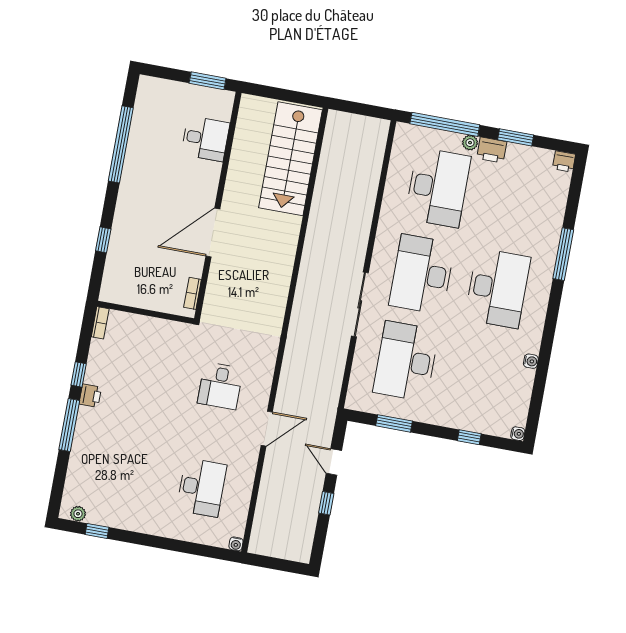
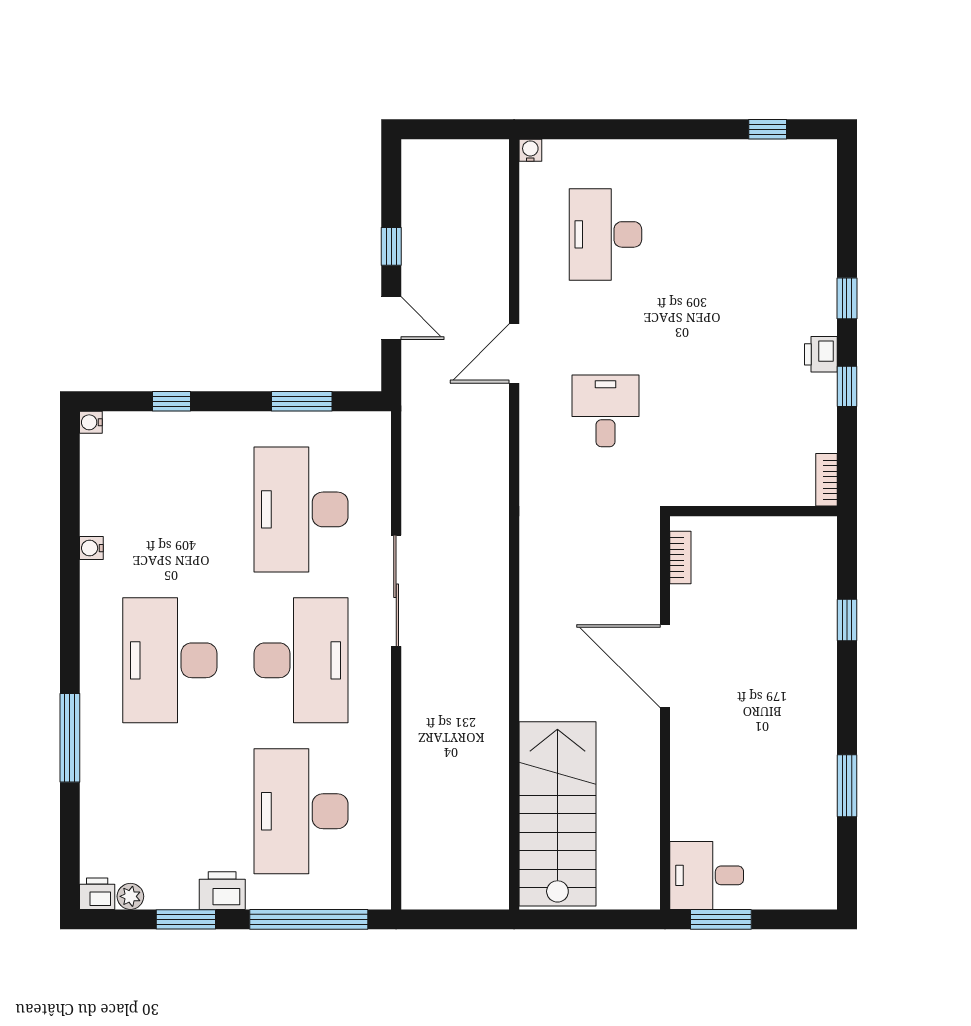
desk: (205, 139) -> (707, 875), moved
plant: (470, 143) -> (130, 896), moved
window: (121, 144) -> (847, 786), width x0.47
door: (213, 233) -> (665, 666), swing flipped
desk: (406, 361) -> (301, 509), turned 180
window: (69, 425) -> (847, 298), width x0.46
plant: (78, 514) -> (805, 152), removed

